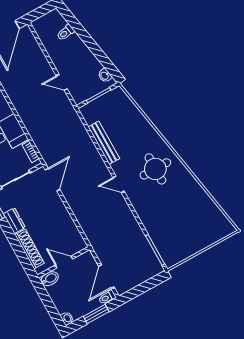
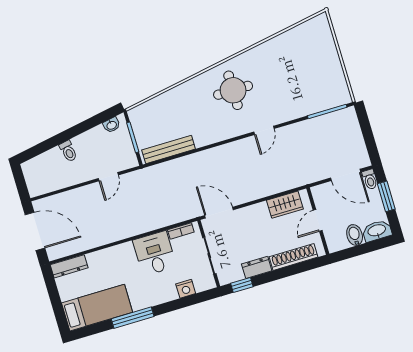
toilet: (66, 33) -> (68, 151), moved
bench: (104, 143) -> (169, 149), moved
door: (119, 184) -> (264, 130), moved
wardrobe: (71, 232) -> (285, 205), added
bidet: (50, 279) -> (355, 235), moved
washbasin: (67, 318) -> (377, 231), width x1.91, depth x1.45

